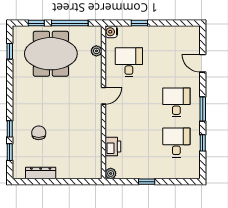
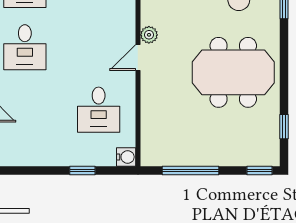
window: (36, 23) -> (259, 171), moved
plant: (96, 51) -> (149, 35), moved
meeting table: (51, 54) -> (233, 72), moved

